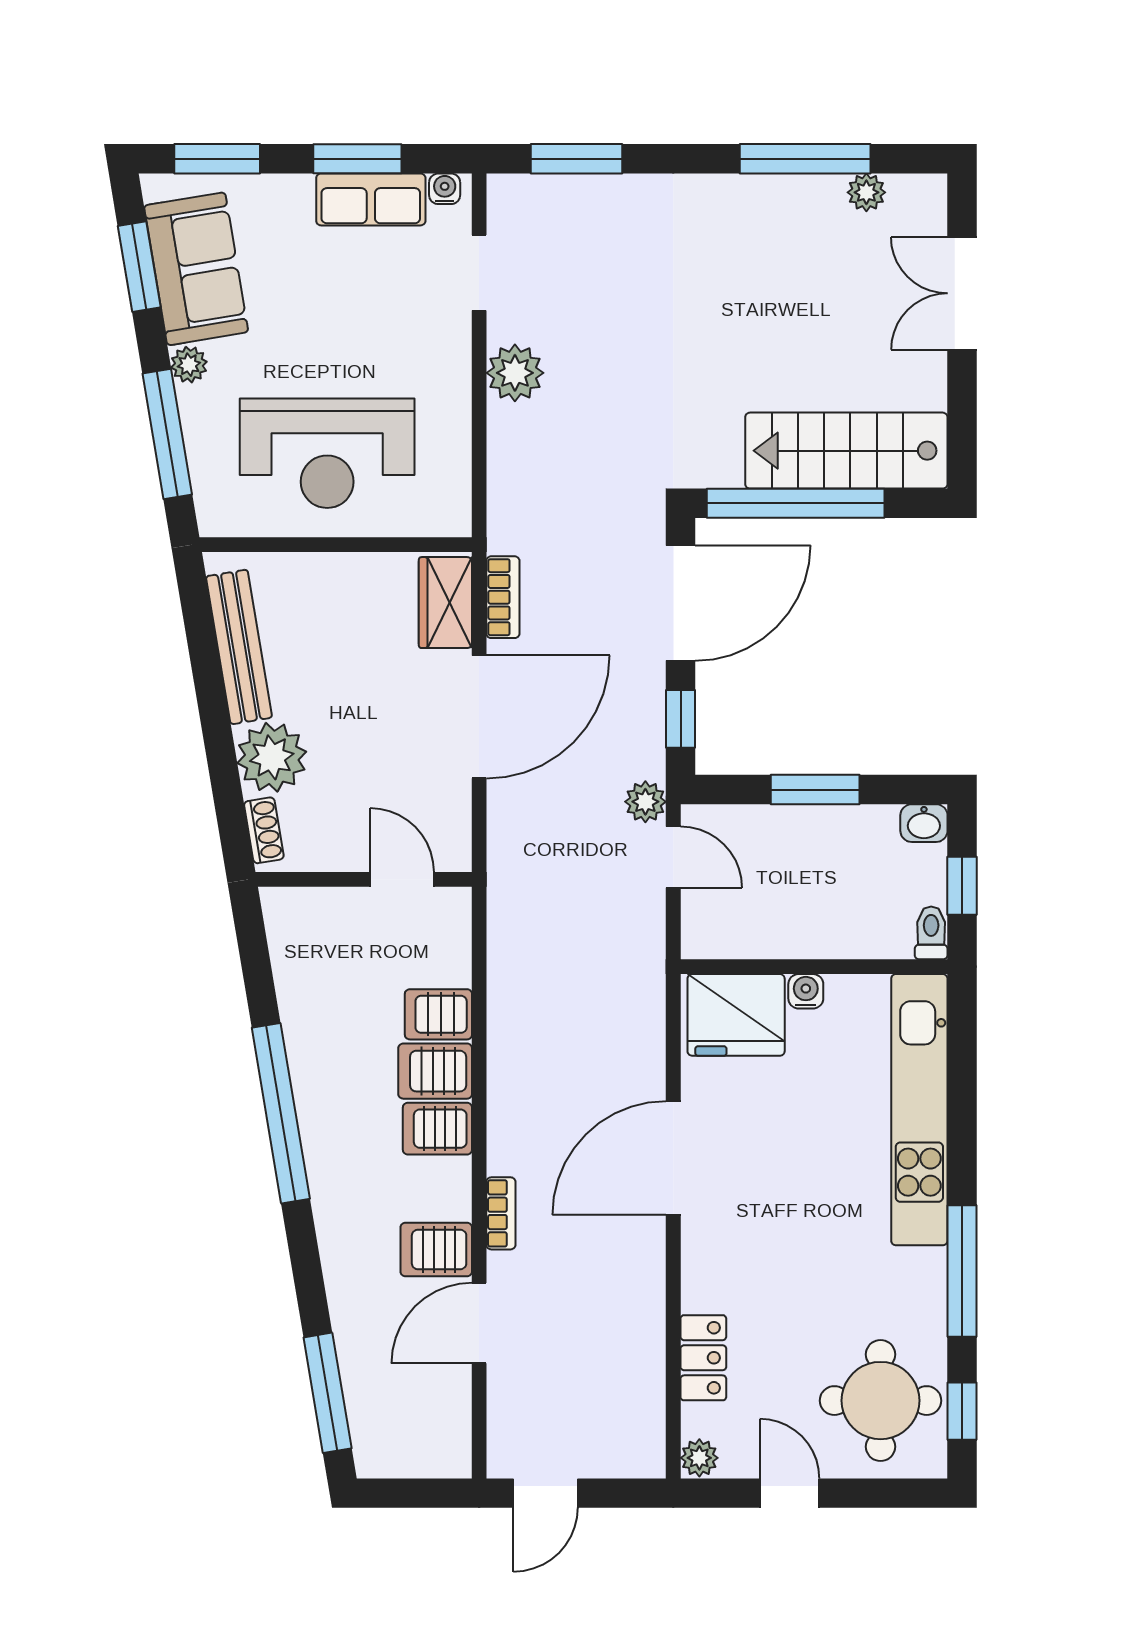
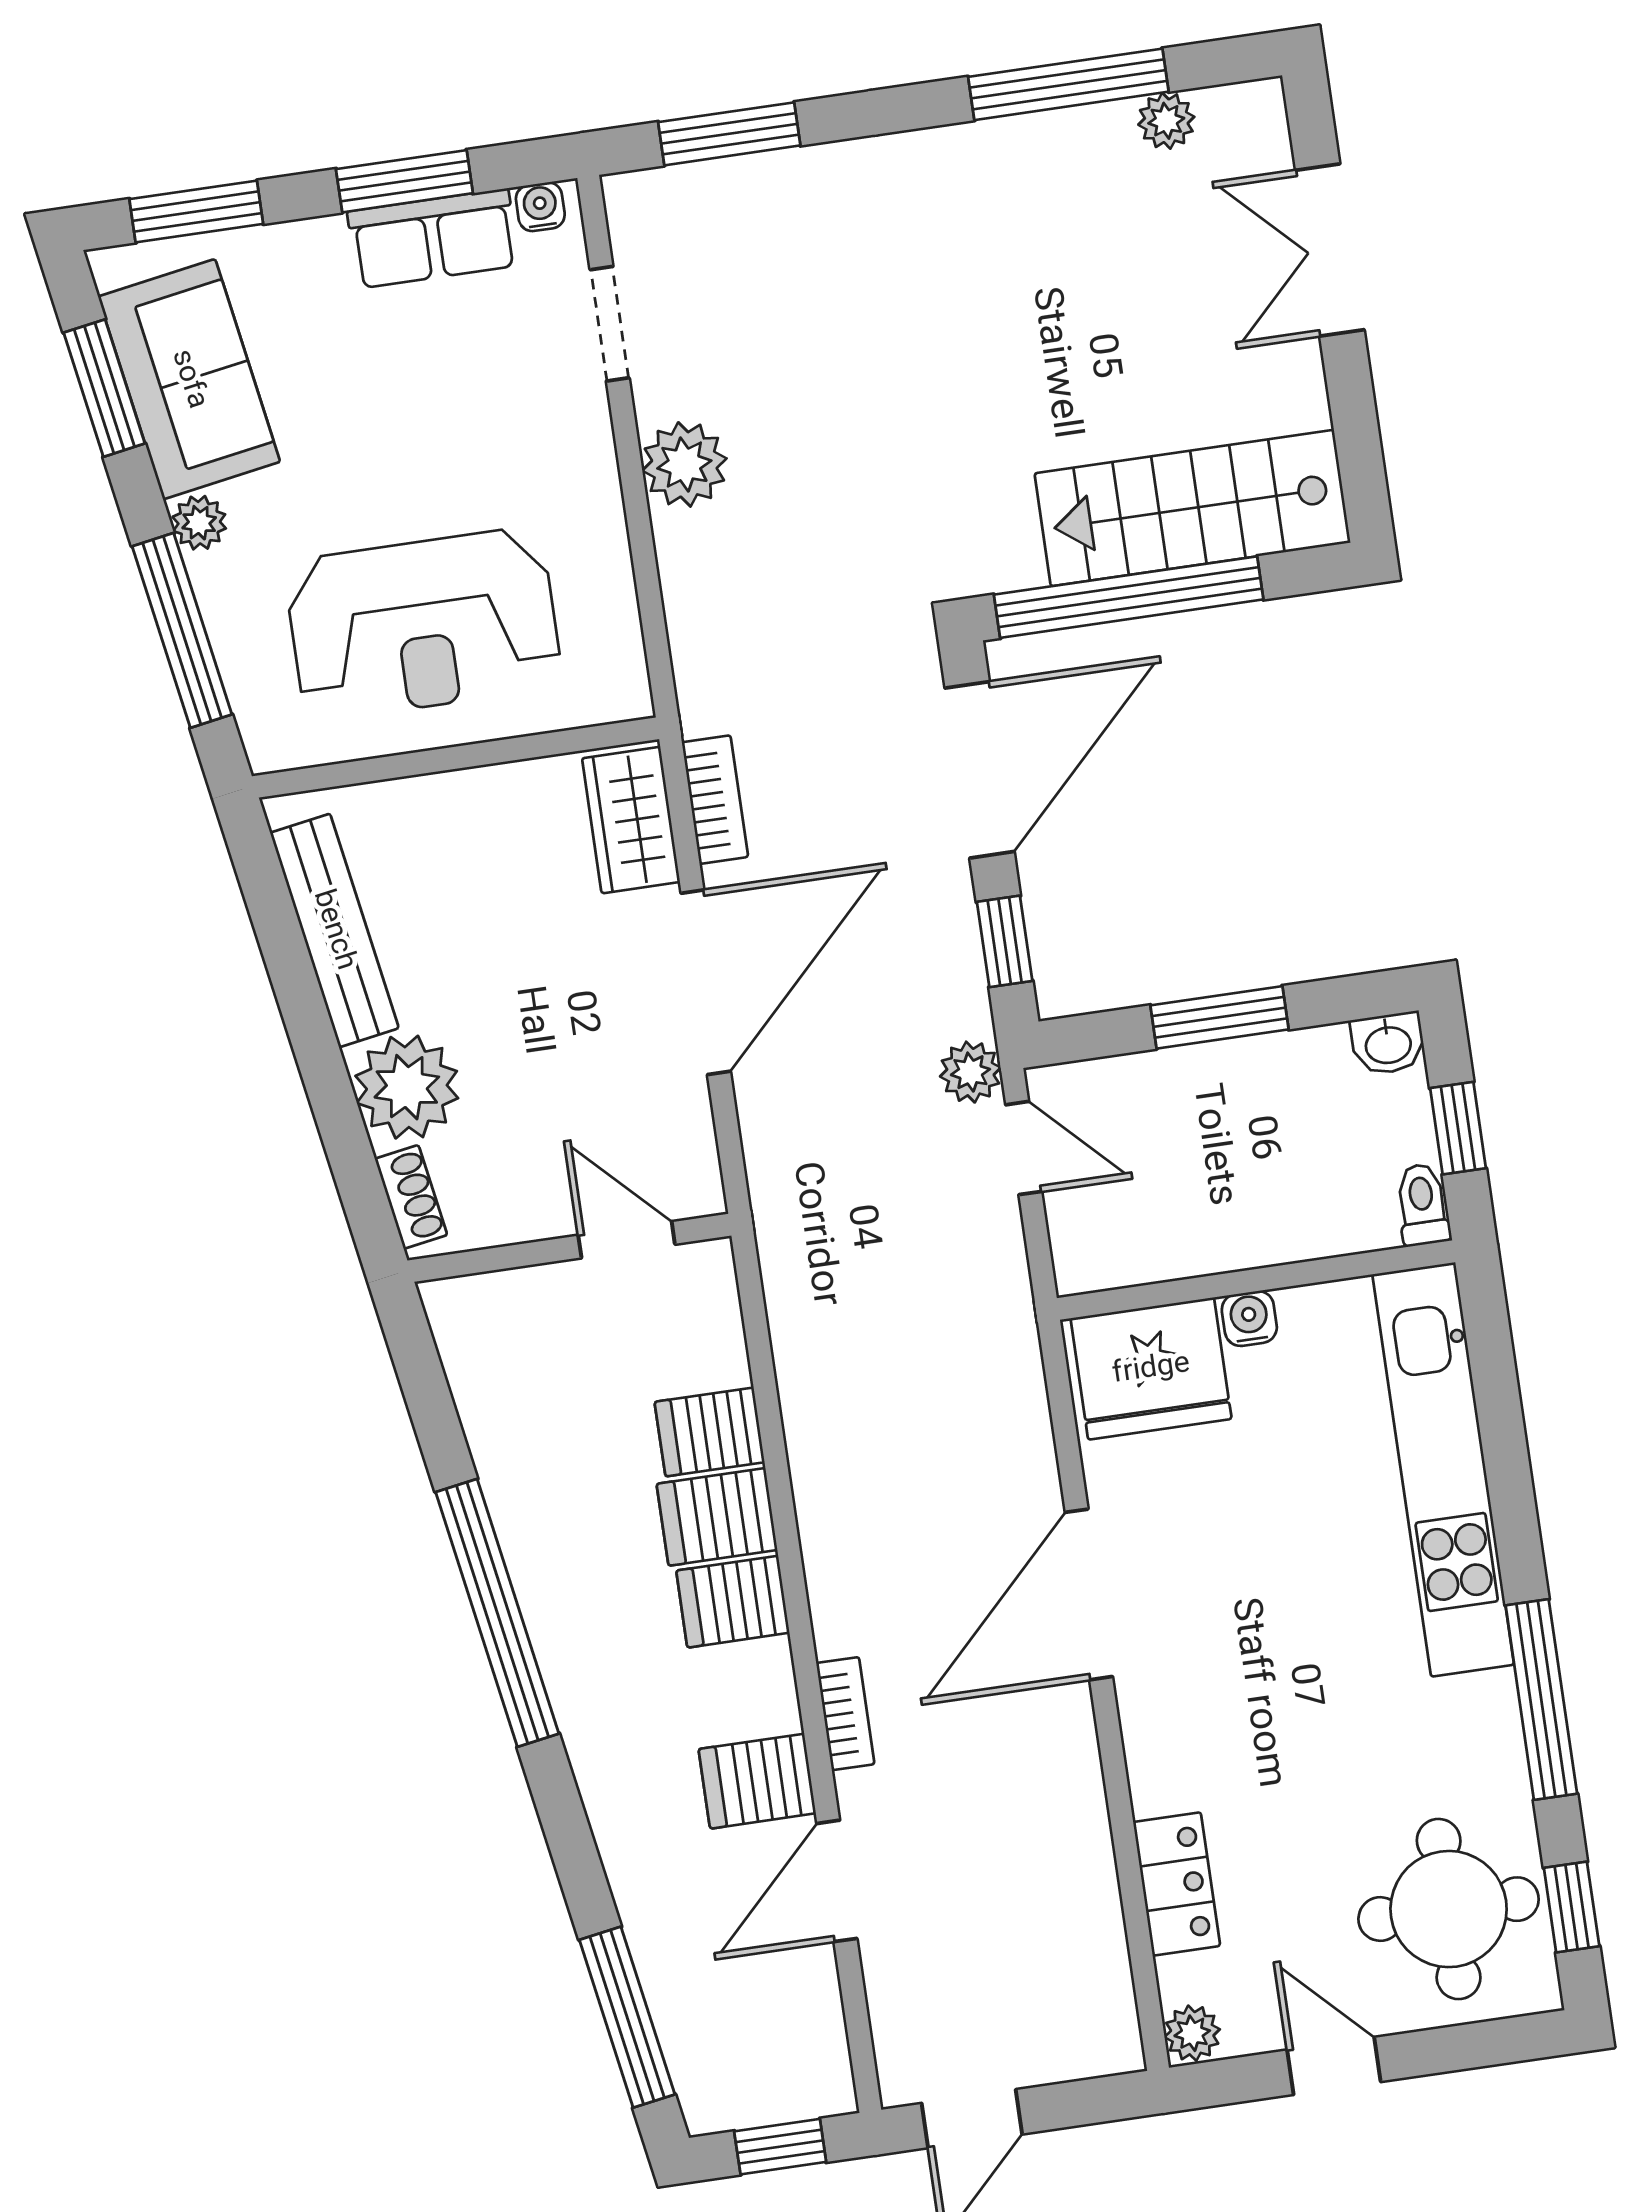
window: (416, 1493) -> (780, 2147), added

